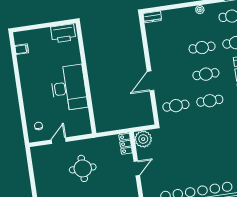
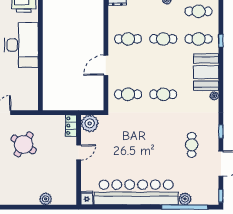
cafe table: (206, 74) -> (128, 39), moved
desk: (69, 88) -> (21, 45), moved
round table: (83, 168) -> (24, 144), turned 33

